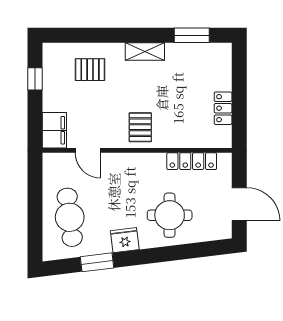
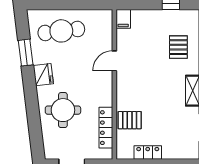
pallet: (140, 127) -> (130, 120), moved
filing cabinet: (54, 130) -> (123, 19), width x0.50
door: (88, 150) -> (114, 61), moved

